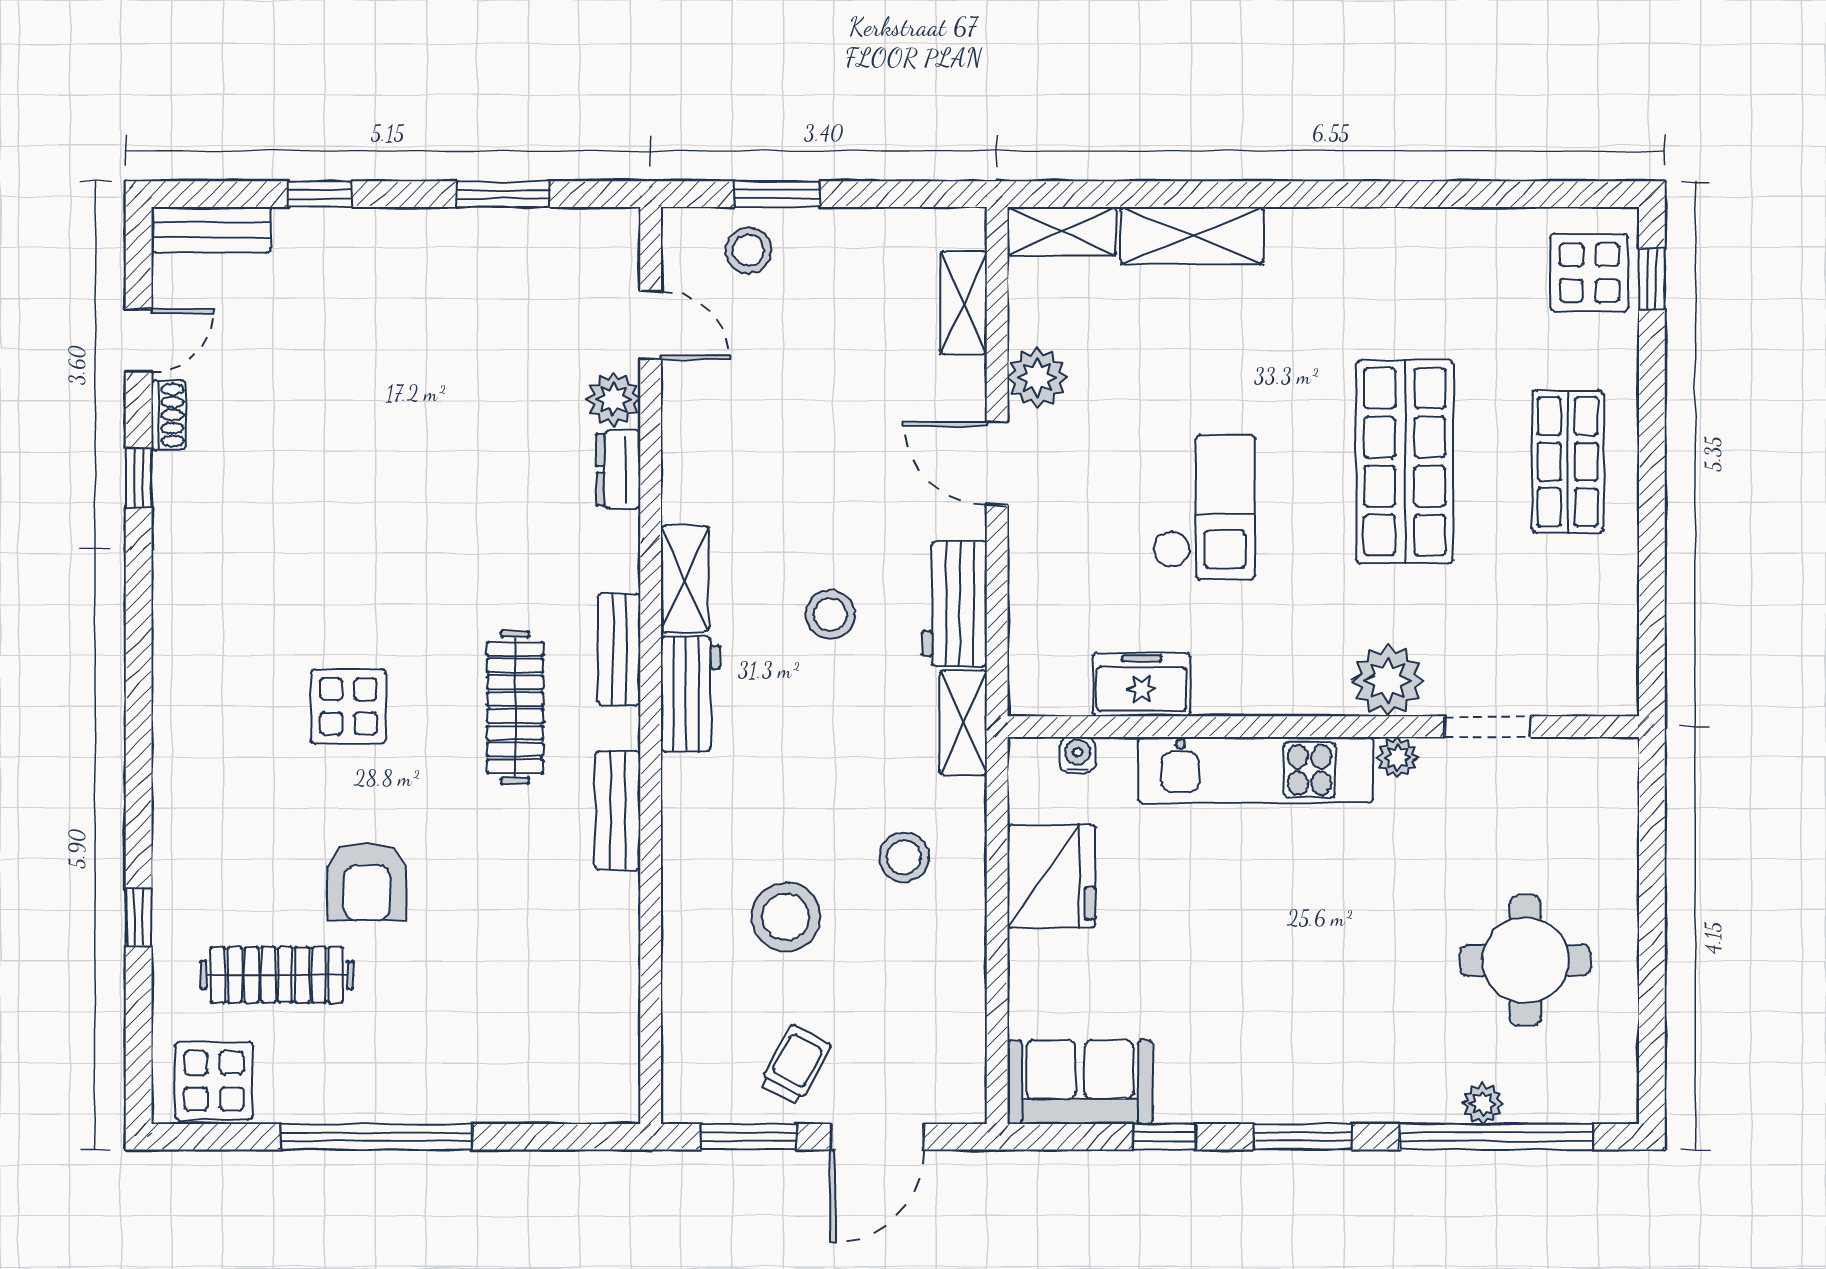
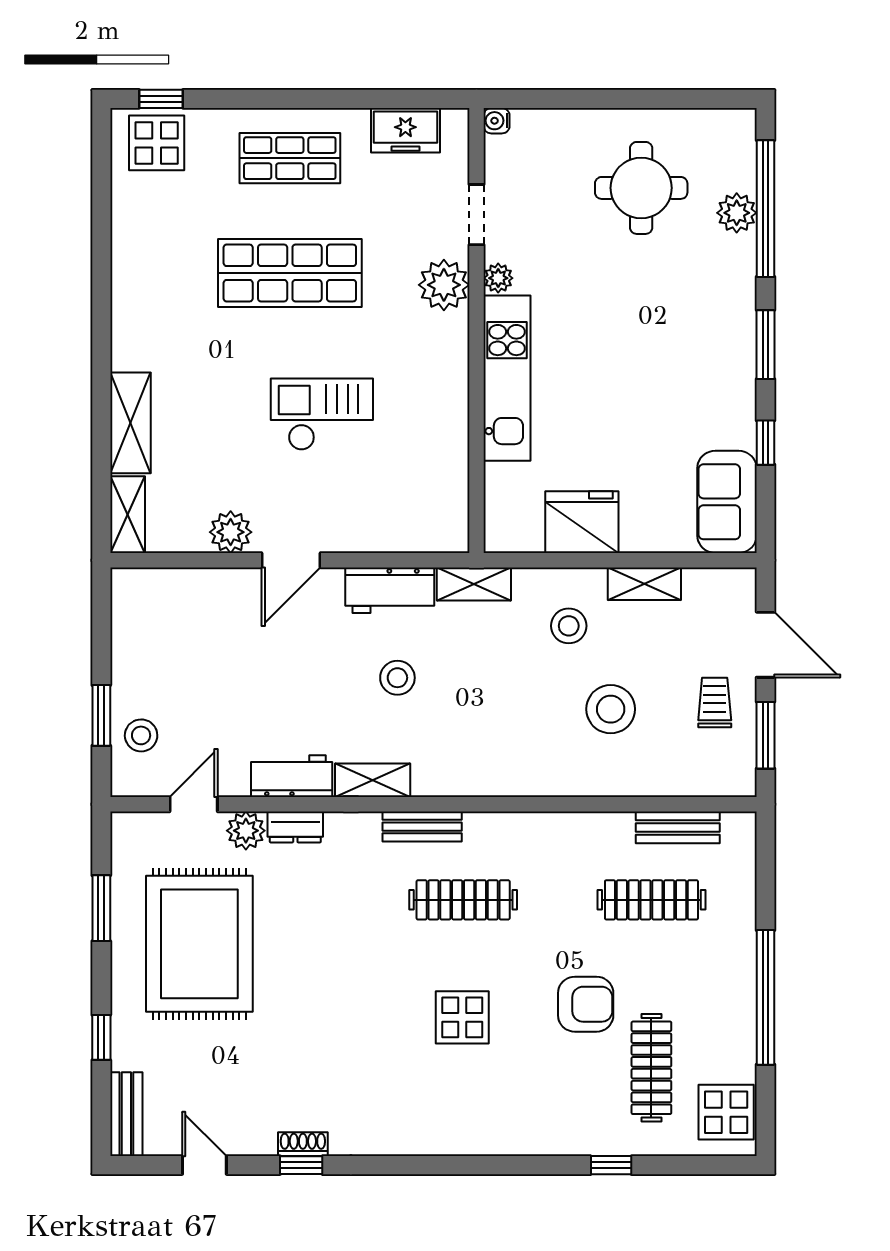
shelving: (964, 303) -> (644, 584), moved
rug: (453, 333) -> (199, 944), added
shoe rack: (168, 415) -> (303, 1144), moved
freezer: (1141, 685) -> (405, 130), moved, turned -90
workbench: (691, 694) -> (292, 776), moved
water cooler: (1078, 755) -> (497, 121), moved
bench: (618, 810) -> (678, 827), moved
clothes rail: (515, 975) -> (651, 900), added
trolley: (795, 1065) -> (715, 703), turned 62
plant: (1482, 1104) -> (737, 213), width x1.38, depth x1.38

